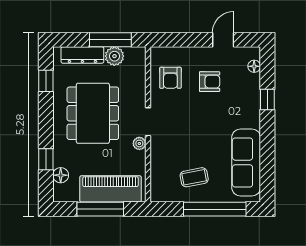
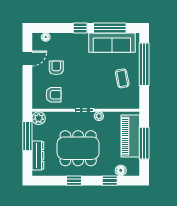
door: (223, 40) -> (27, 58), swing flipped
plant: (114, 56) -> (39, 118), moved
window: (46, 81) -> (74, 181), moved
window: (267, 99) -> (80, 28), moved
window: (267, 159) -> (110, 28), added

